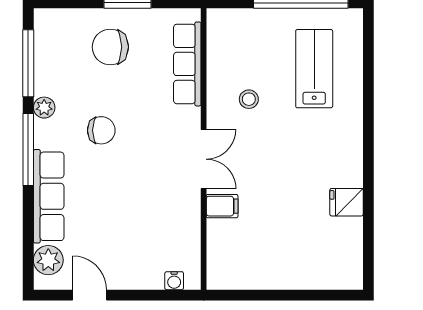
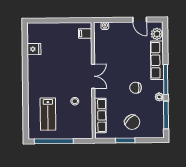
chair: (110, 47) -> (132, 122), turned 47
double door: (204, 159) -> (93, 76), swing flipped
fridge: (347, 202) -> (34, 49), moved
filing cabinet: (222, 206) -> (85, 33), moved

